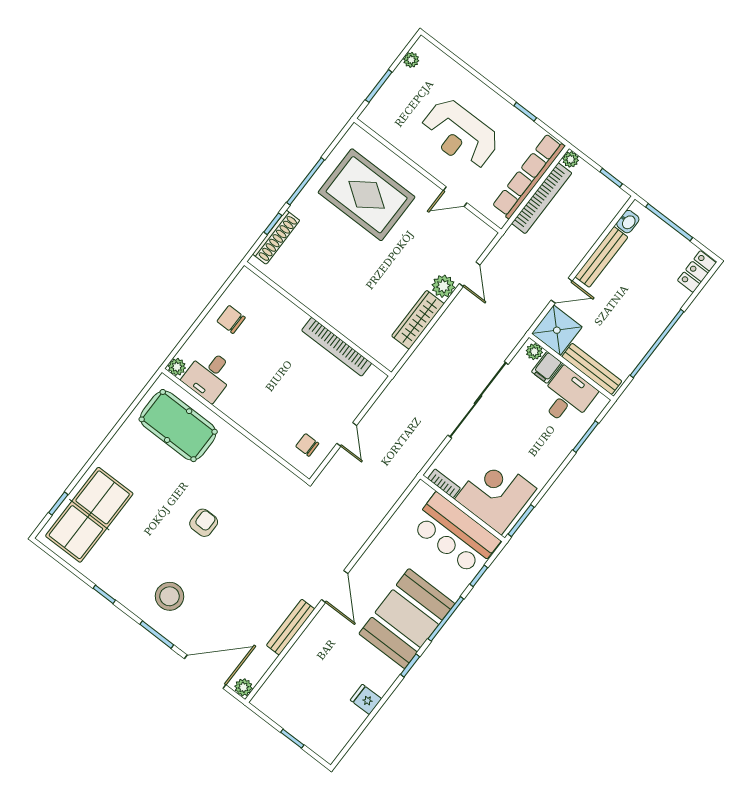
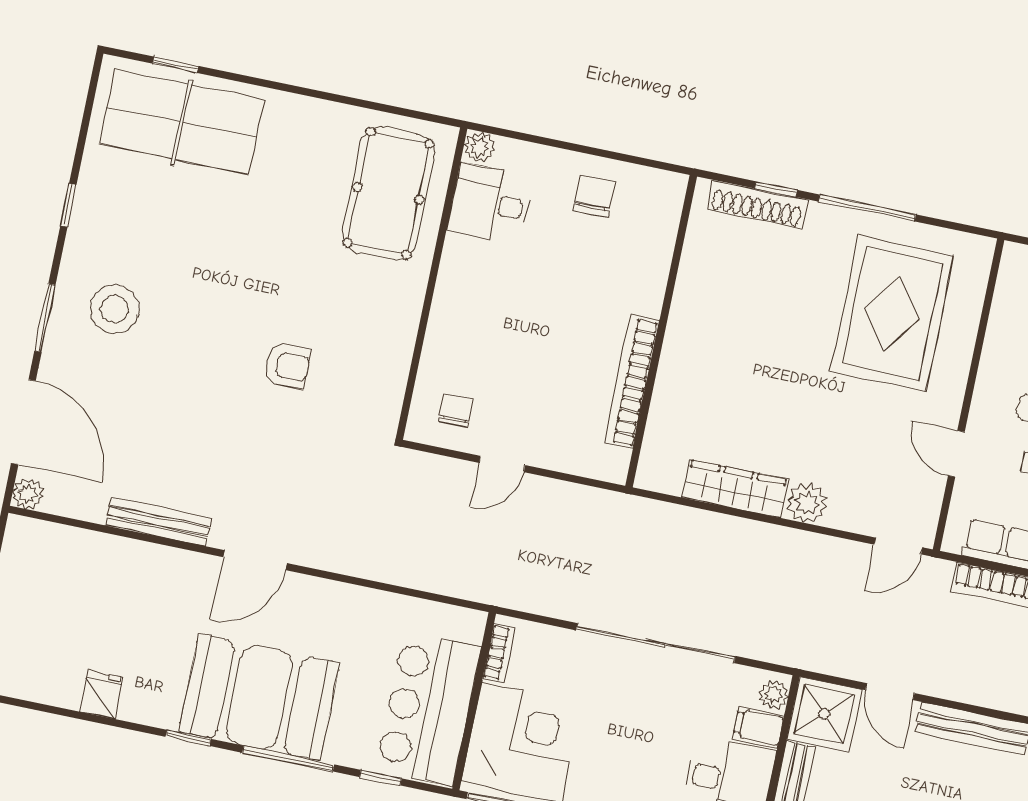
door: (470, 274) -> (898, 546), moved
armchair: (204, 523) -> (287, 366), moved

